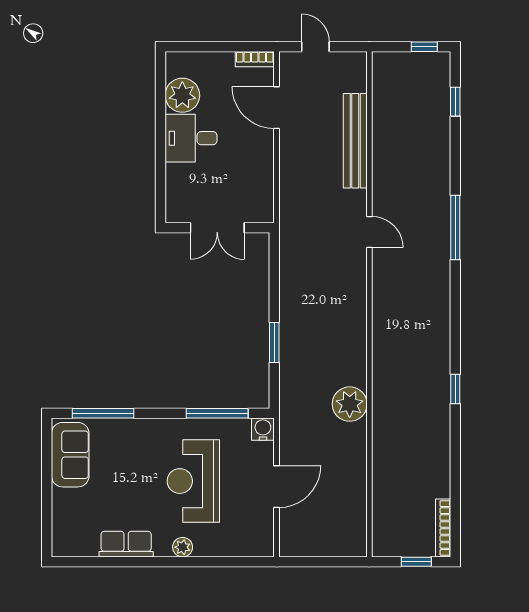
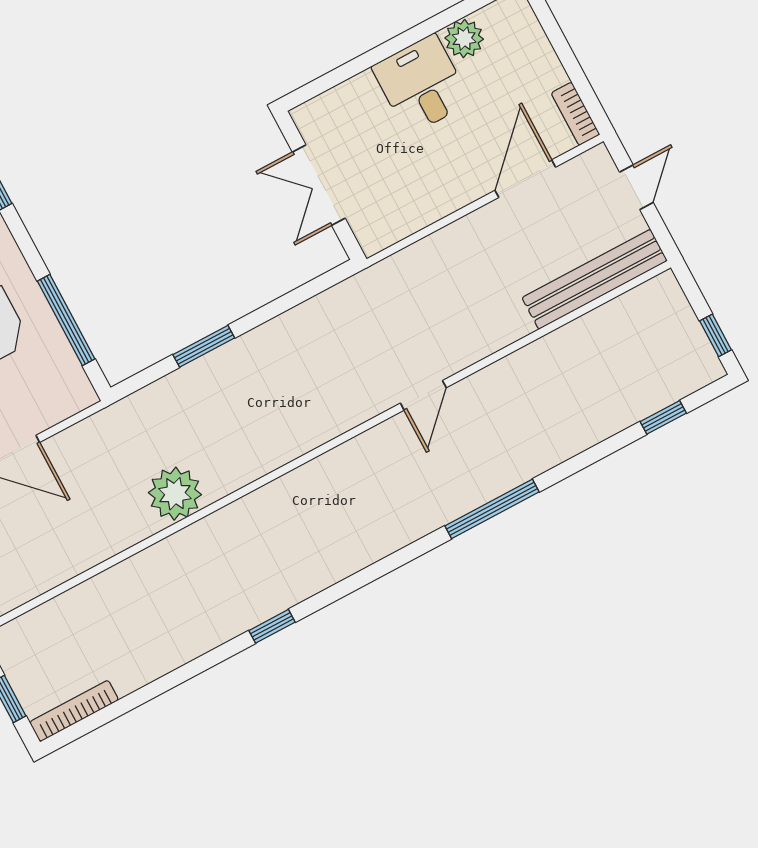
plant: (182, 95) -> (464, 39), width x0.73, depth x0.73
bench: (355, 141) -> (595, 279), moved
water cooler: (263, 429) -> (78, 394), removed

